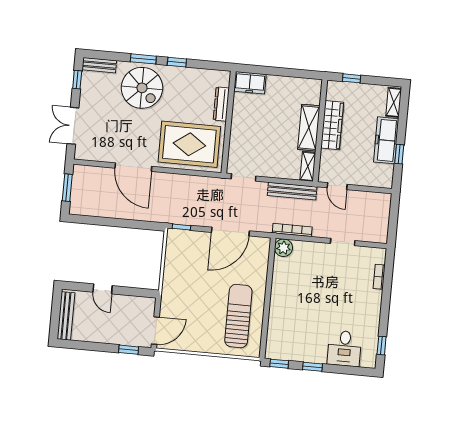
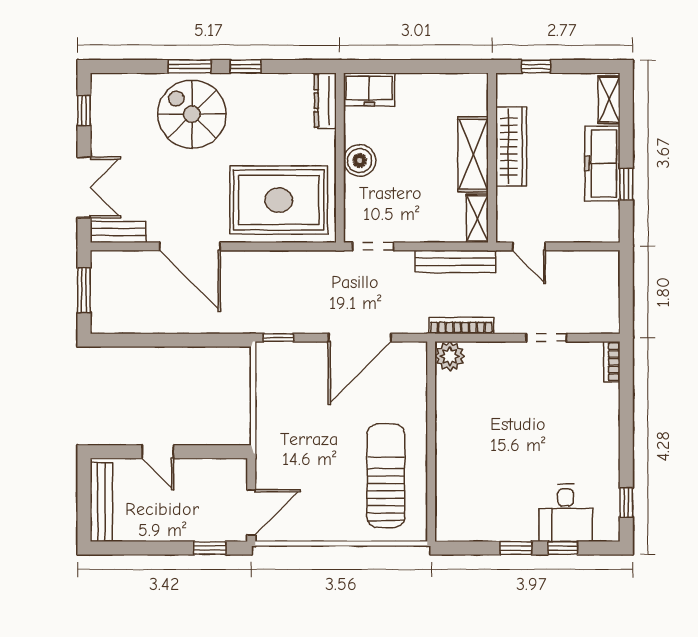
bench: (99, 65) -> (118, 232), moved
spiral stairs: (142, 88) -> (192, 114), turned 180
dresser: (221, 104) -> (325, 101), moved
boiler: (240, 125) -> (360, 161), added
double door: (73, 126) -> (84, 187), swing flipped
bookcase: (379, 277) -> (612, 362), moved
window: (279, 364) -> (563, 548), moved

